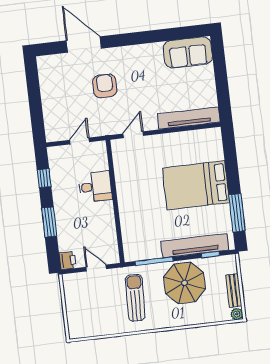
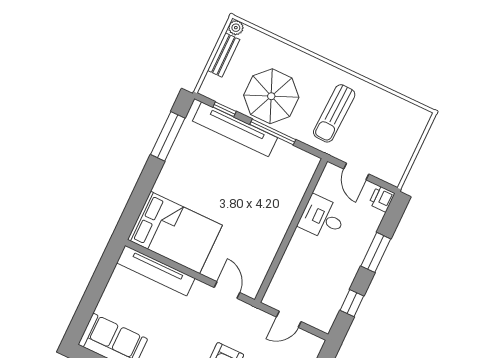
door: (133, 135) -> (227, 290), swing flipped
bed: (196, 185) -> (175, 232), moved
desk: (95, 187) -> (322, 218), moved
window: (154, 261) -> (273, 132), moved

